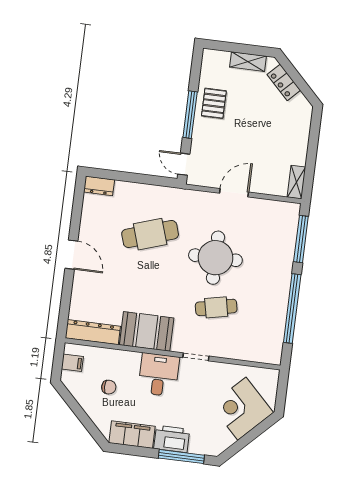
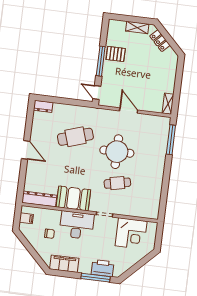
pallet: (214, 103) -> (116, 54), turned 90
door: (234, 193) -> (129, 110), hinge flipped
window: (292, 308) -> (165, 184), removed
desk: (159, 375) -> (77, 225), width x1.37
corner desk: (242, 409) -> (131, 233), moved, turned -135
printer: (172, 439) -> (102, 268), moved

